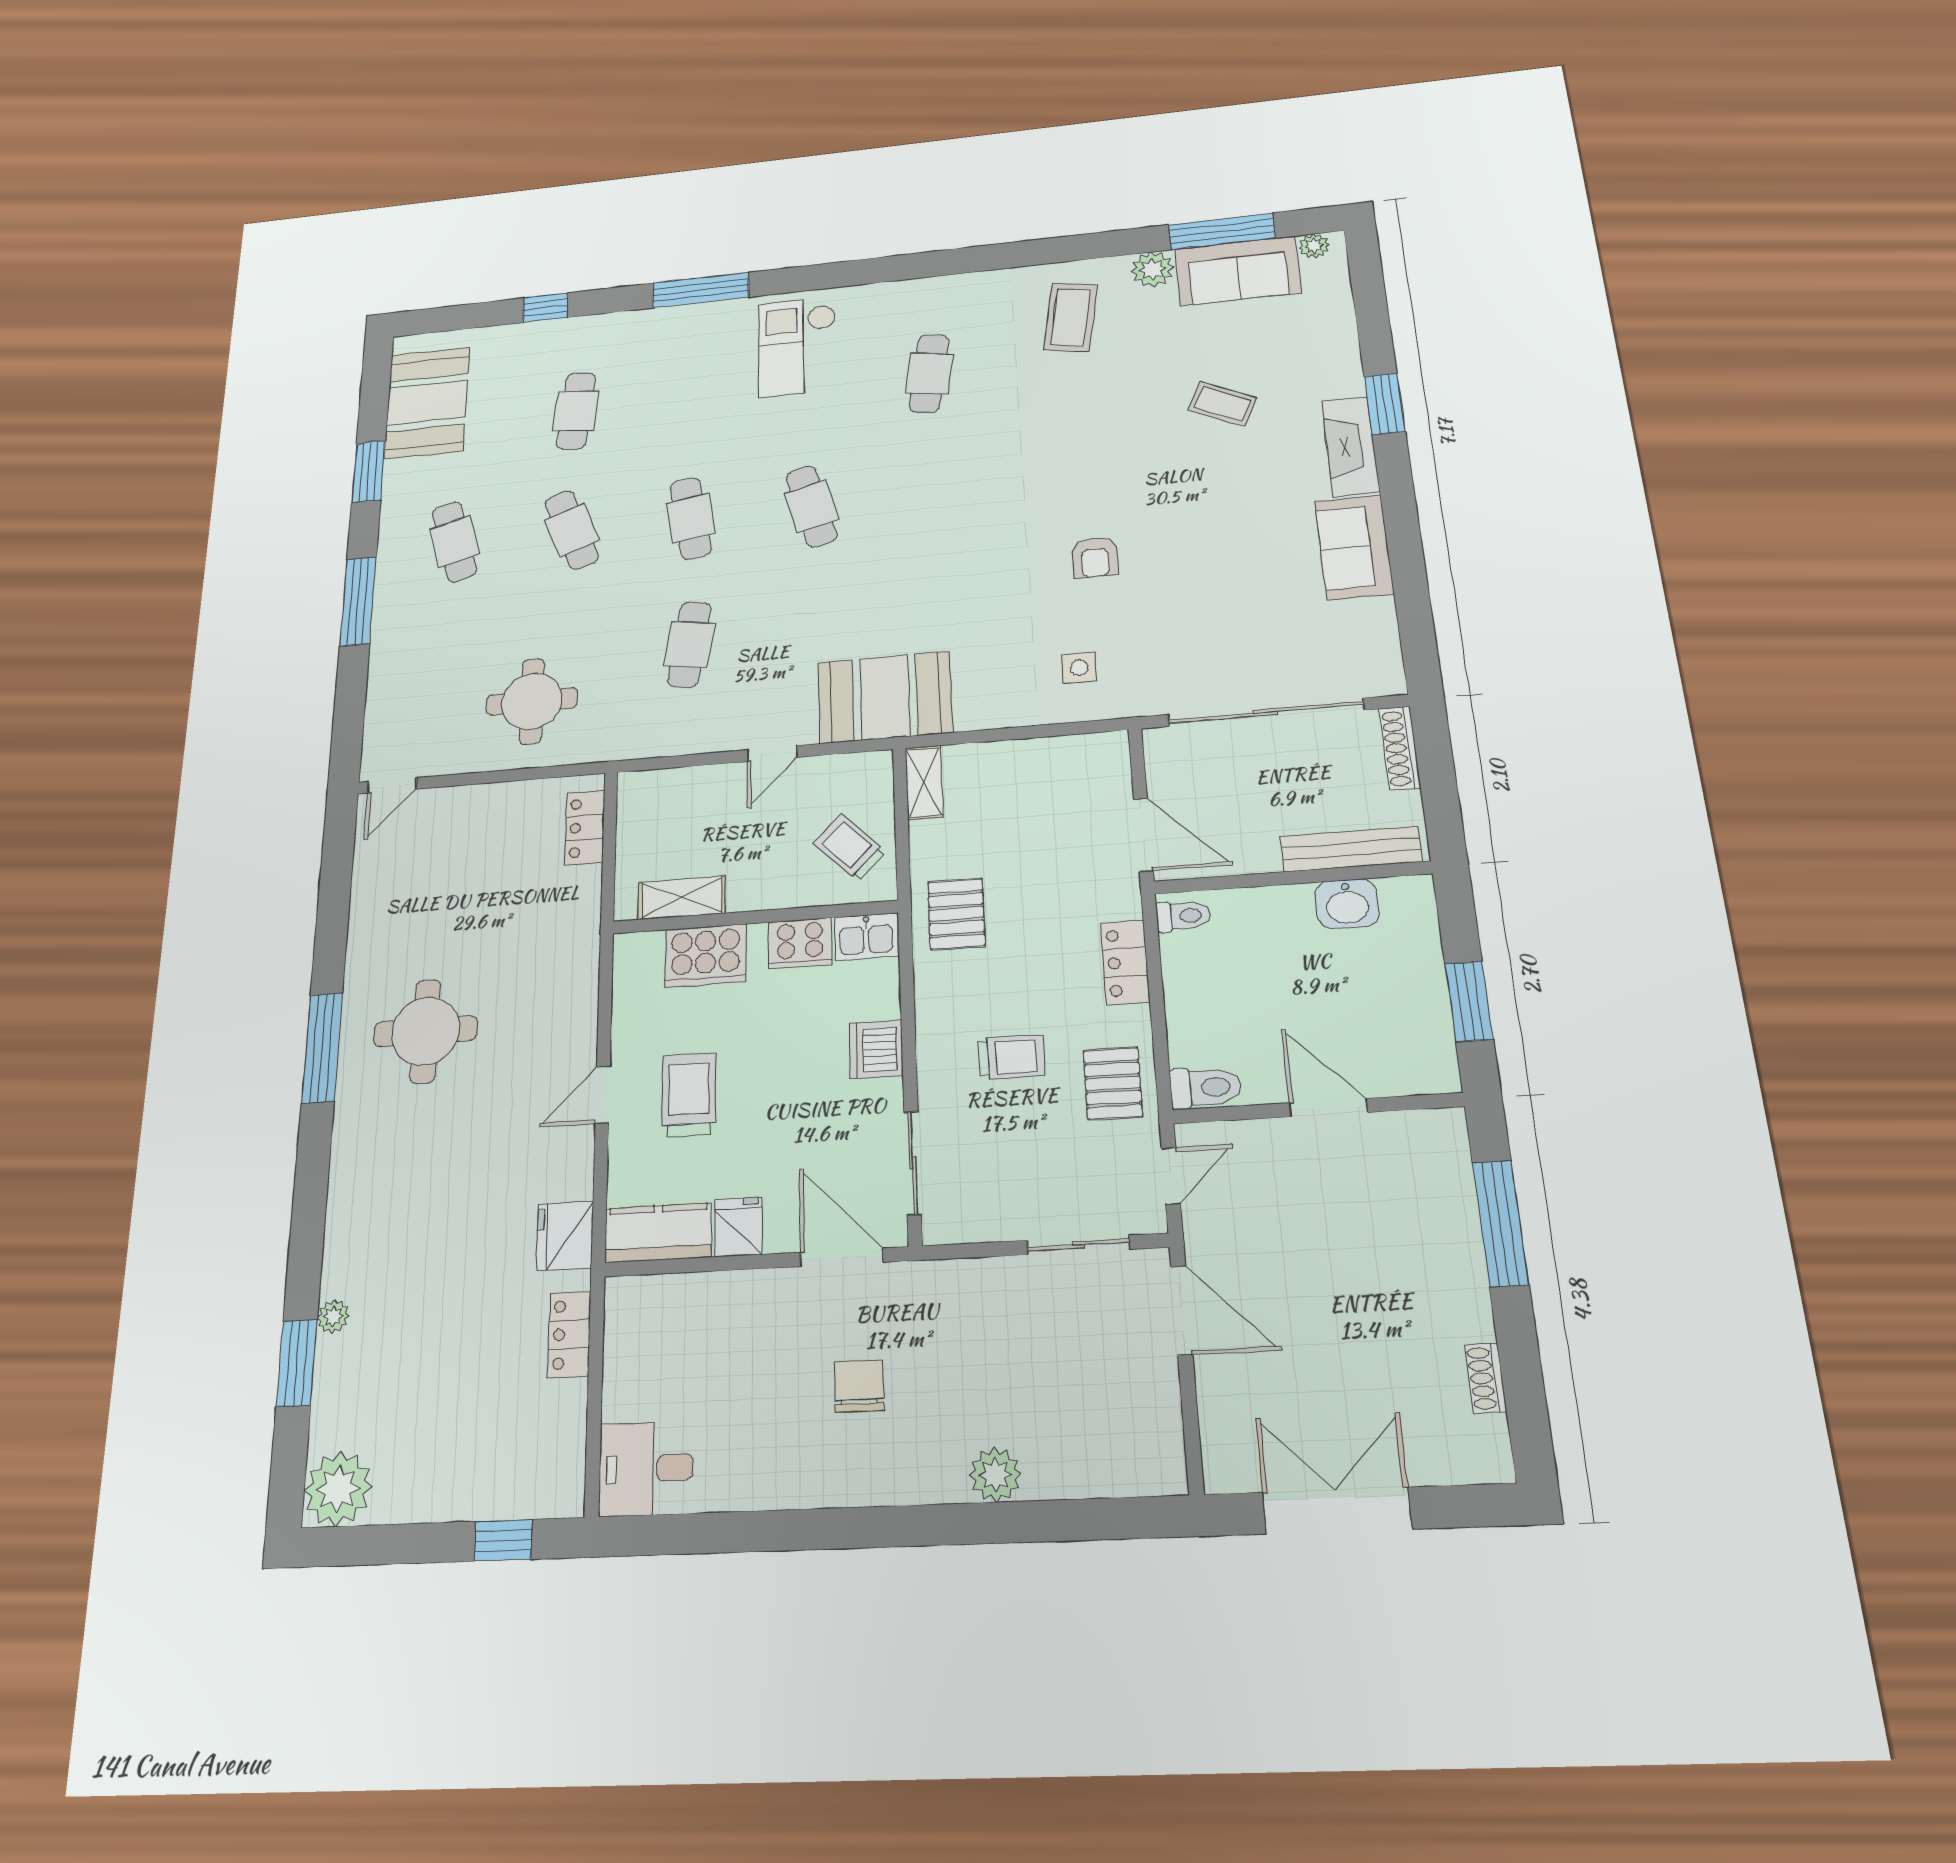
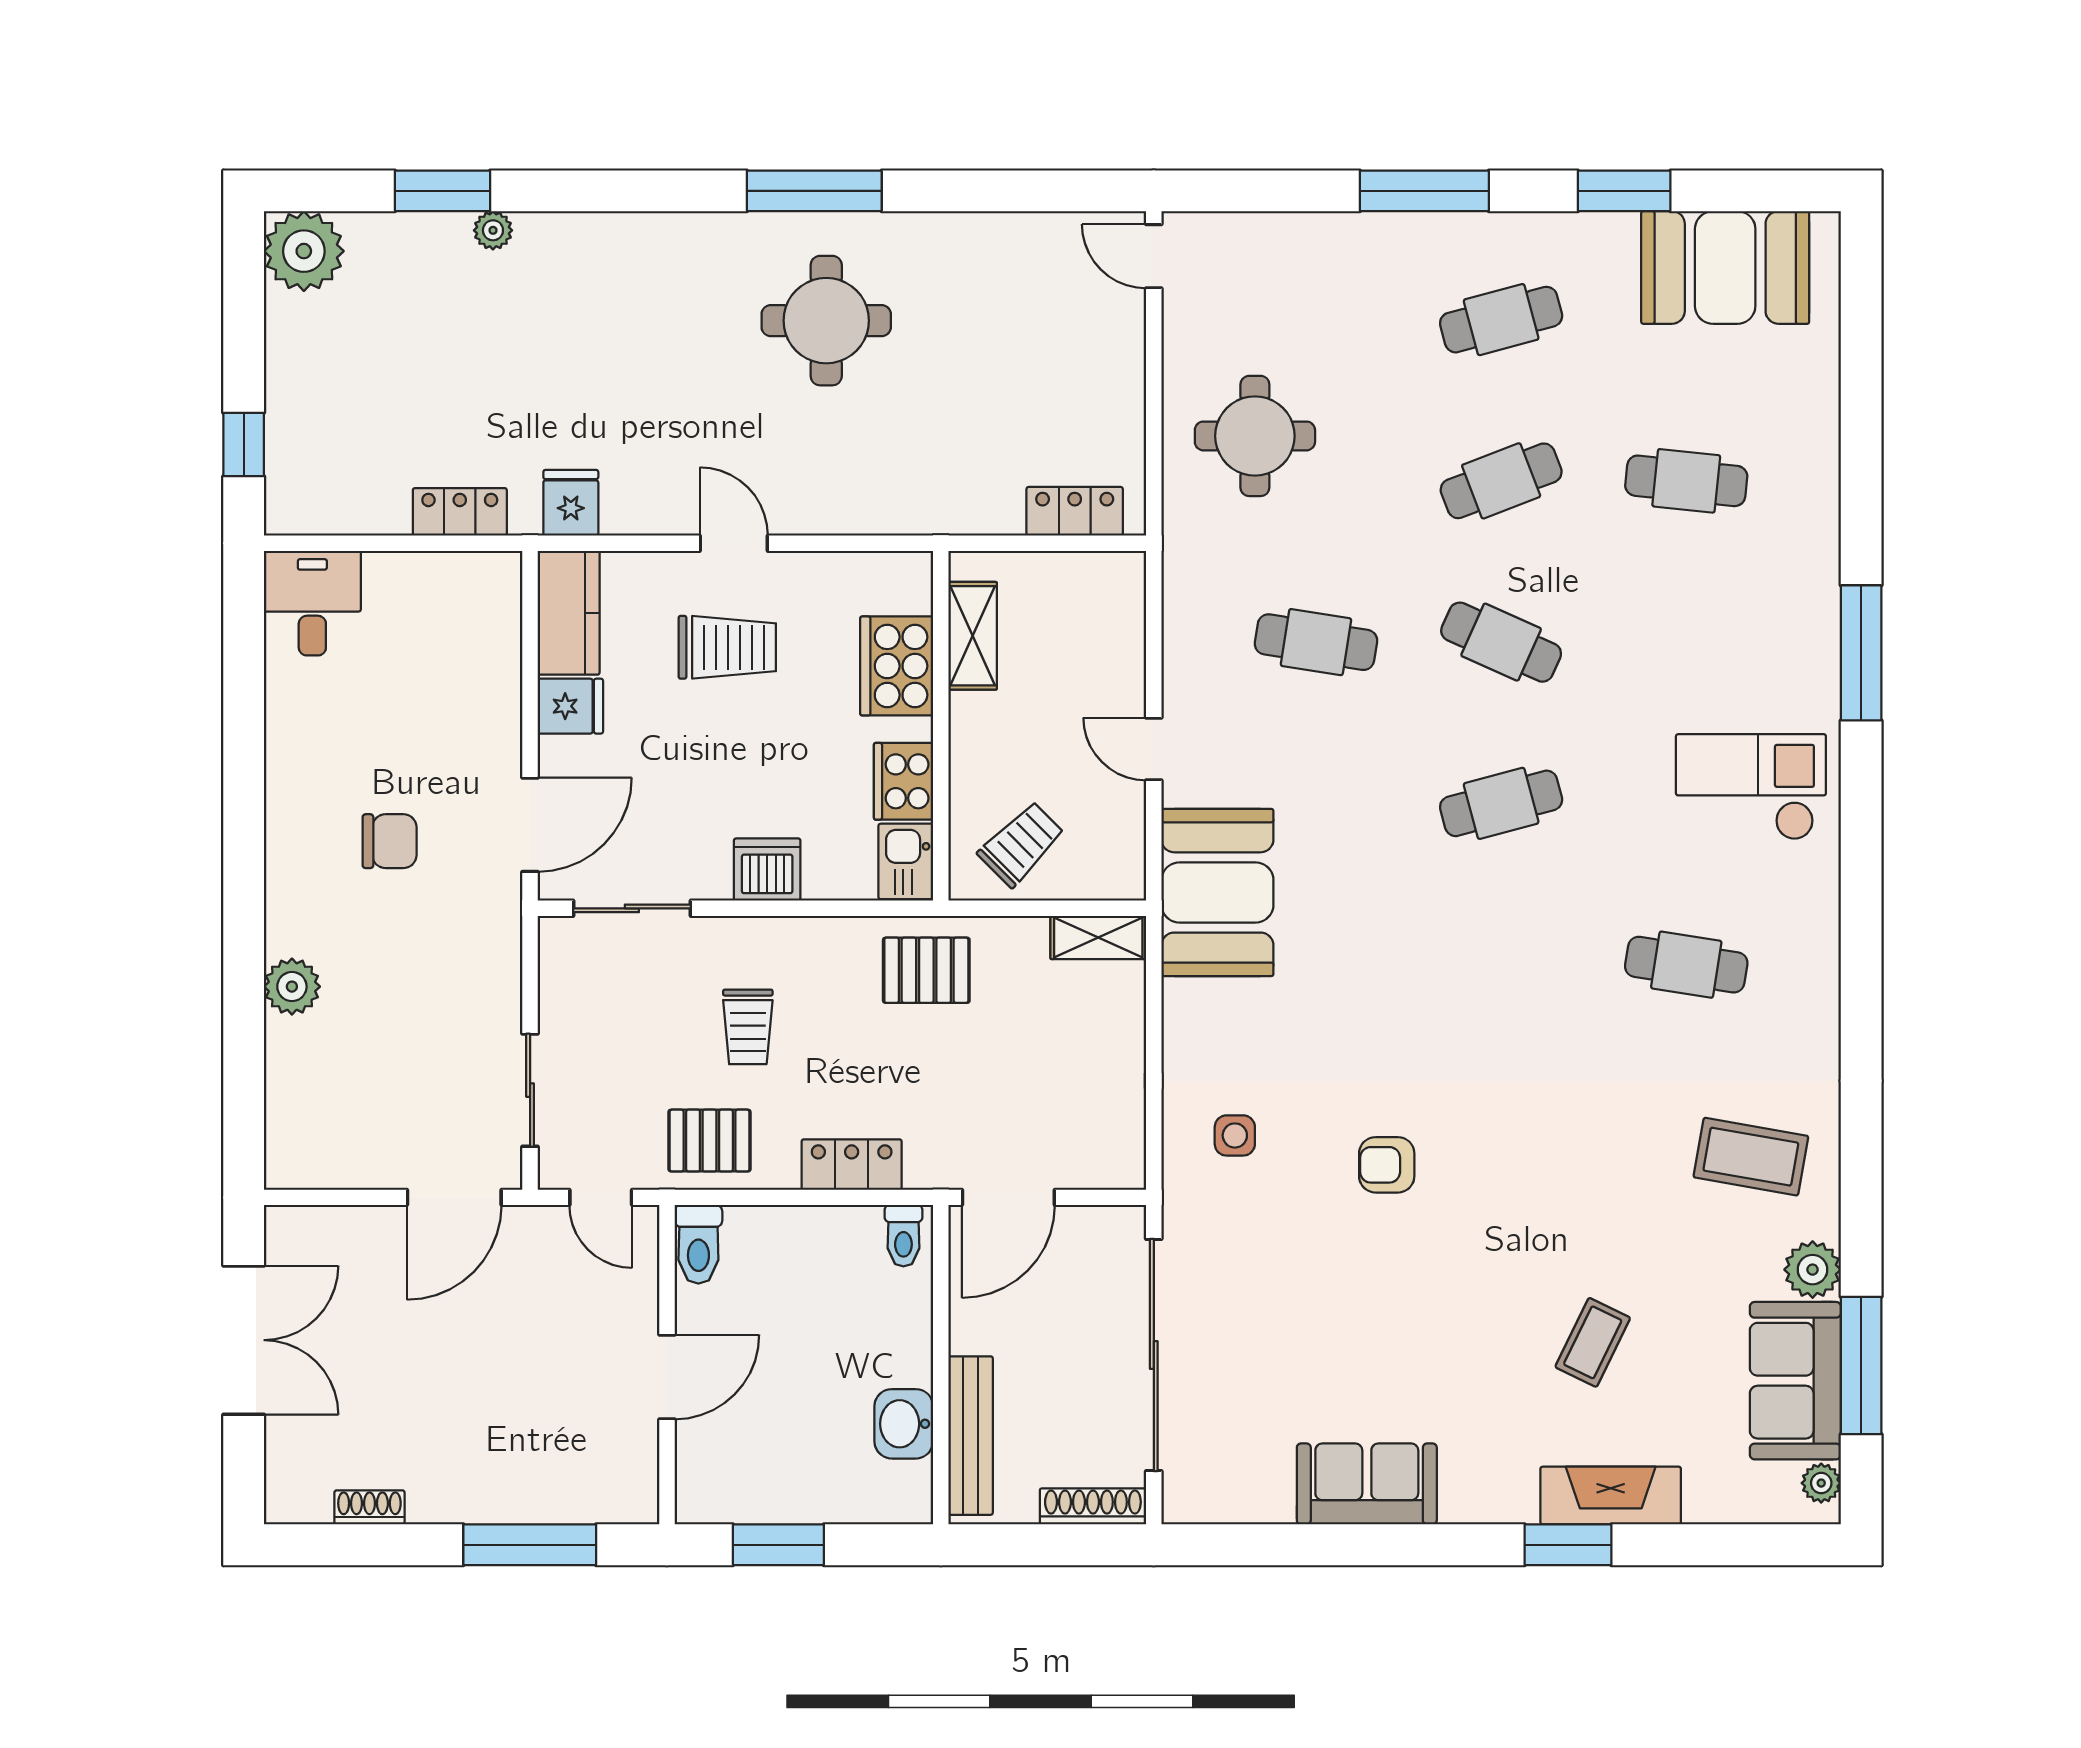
window: (545, 308) -> (1861, 431), removed
fireplace: (1350, 446) -> (1611, 1496), moved
cafe table: (691, 518) -> (1501, 642), turned 33
fridge: (565, 1236) -> (571, 503), width x0.72

